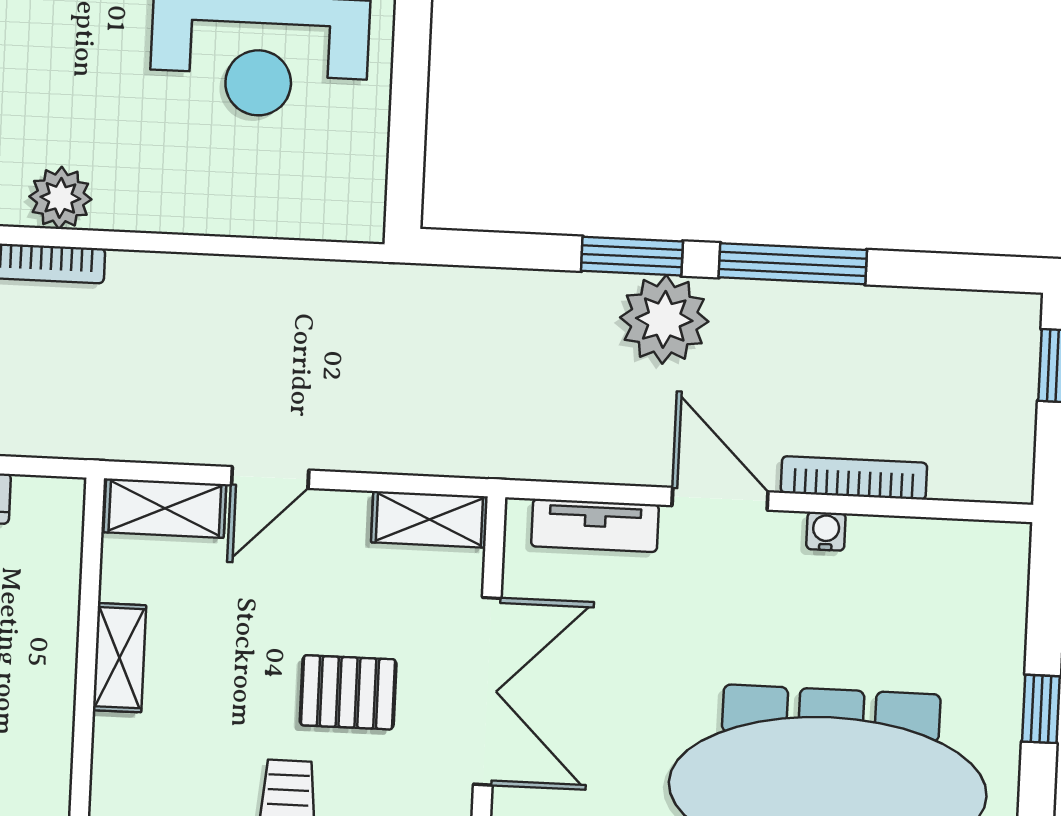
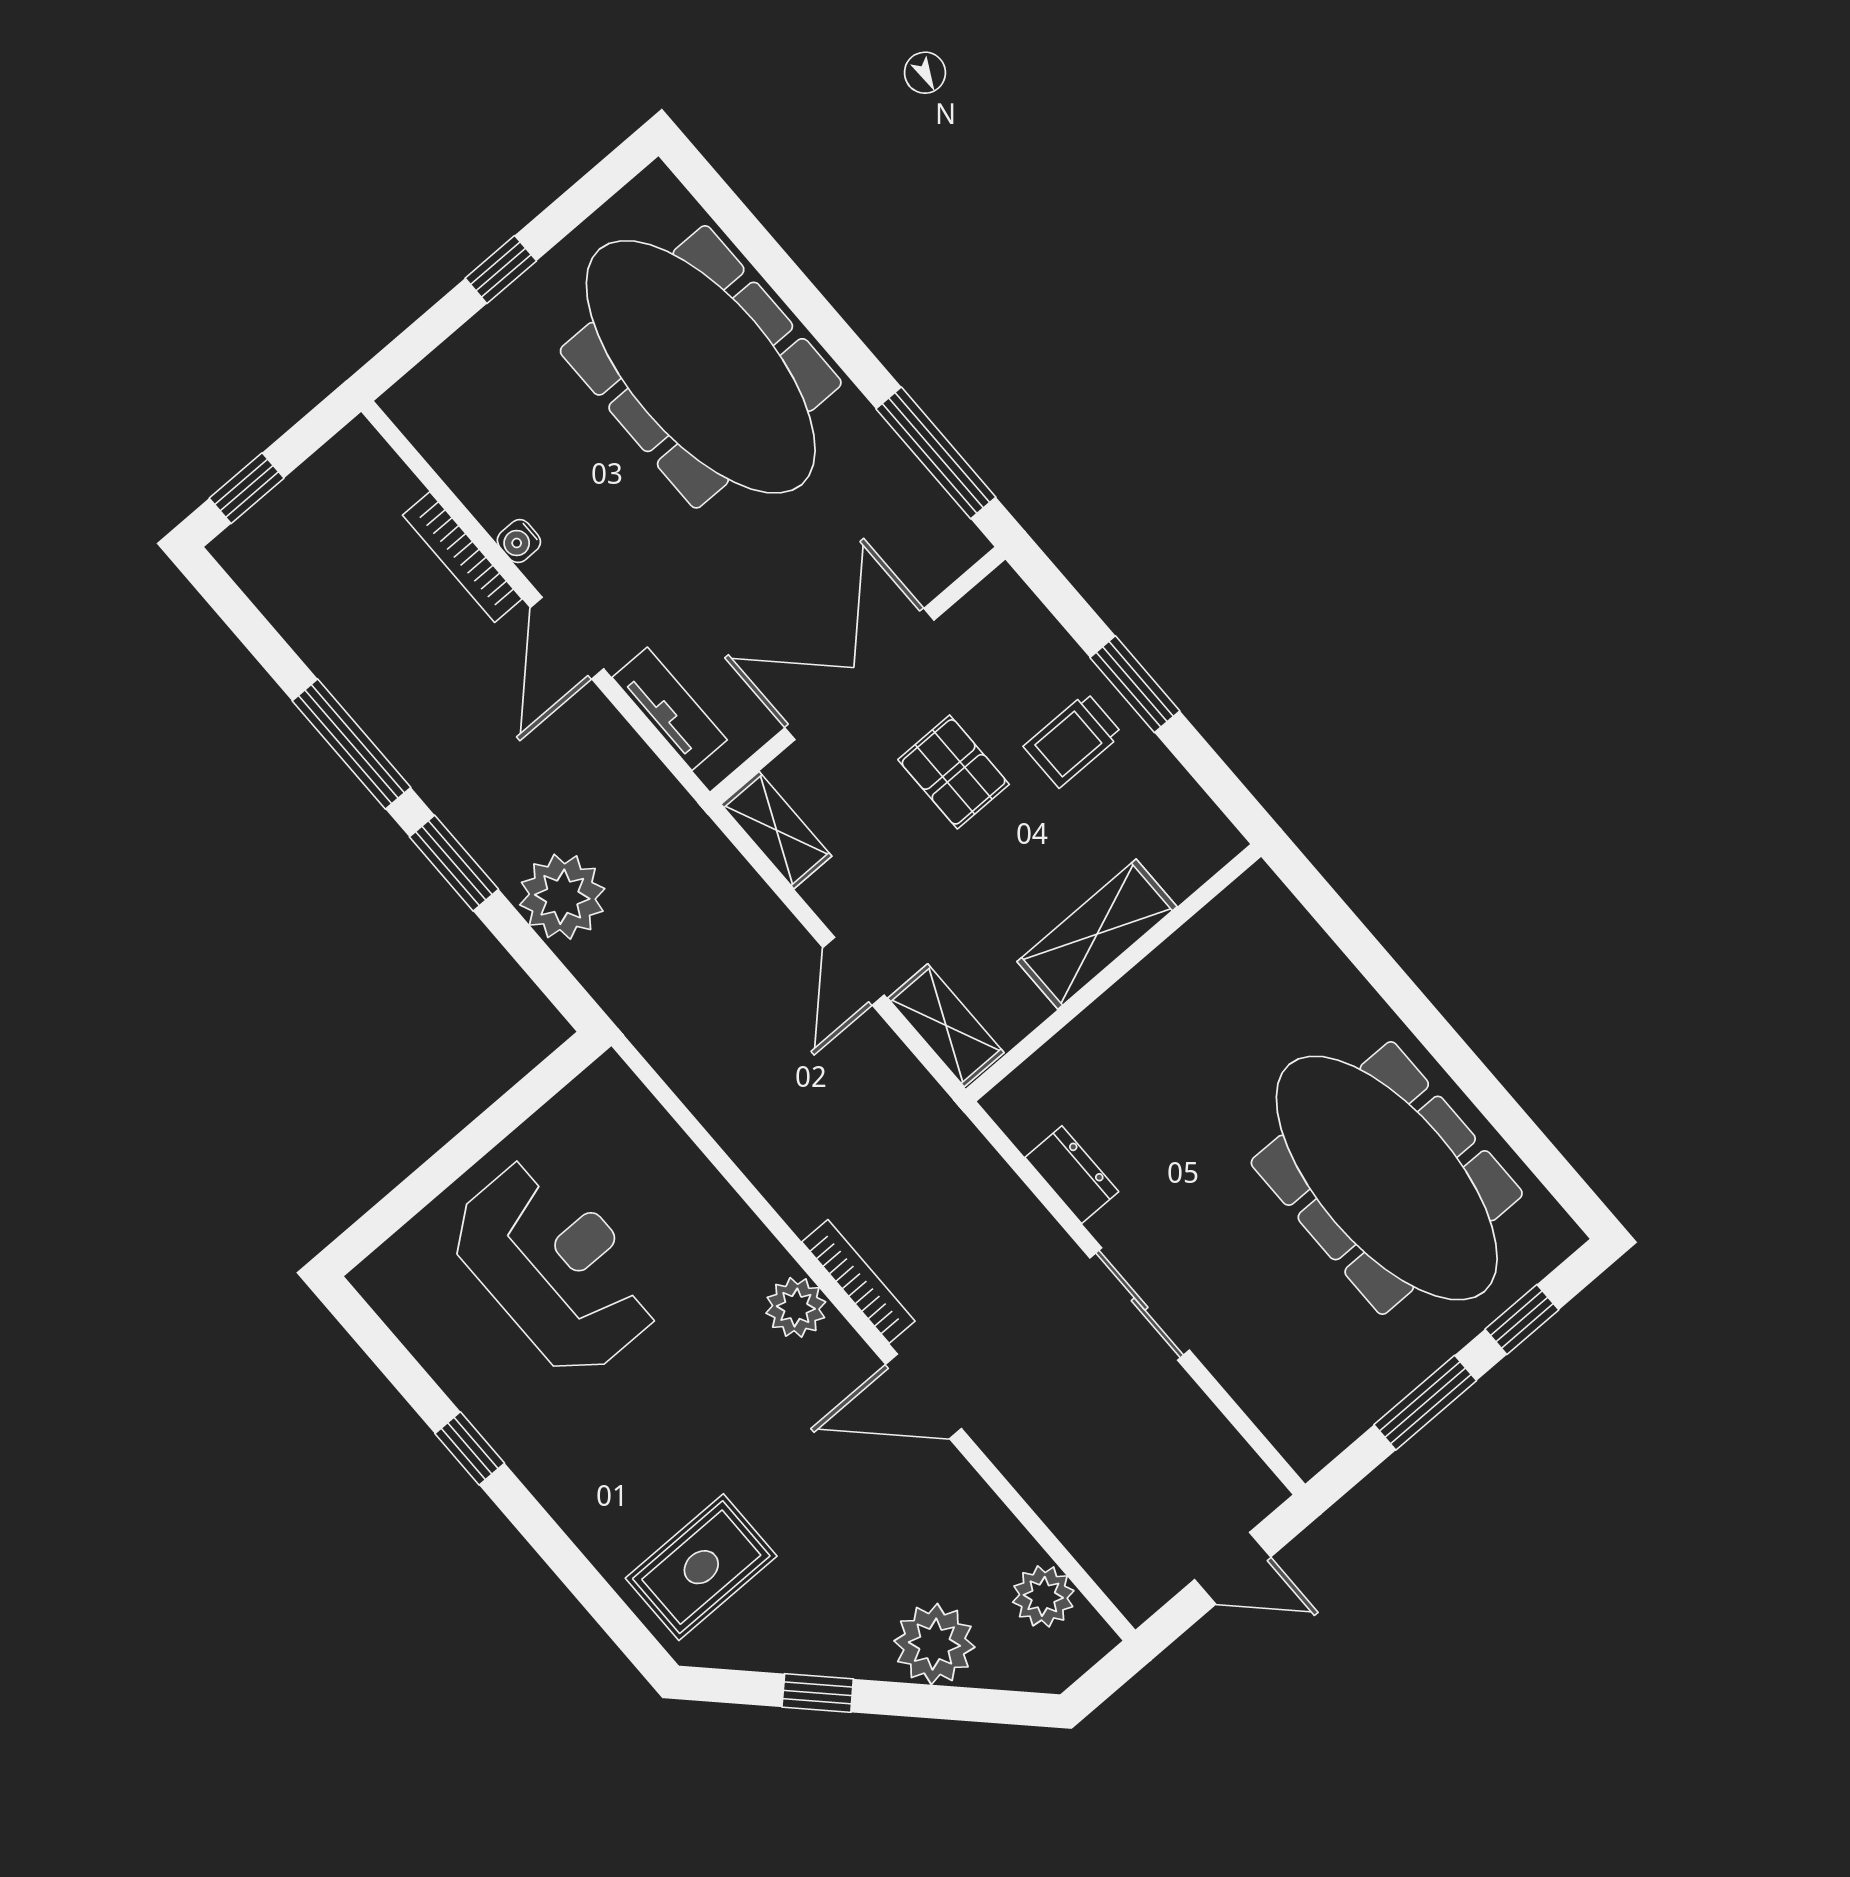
plant: (664, 319) -> (562, 897), moved
door: (270, 478) -> (853, 971), swing flipped
shelving: (119, 658) -> (1097, 934), width x1.50, depth x1.33

